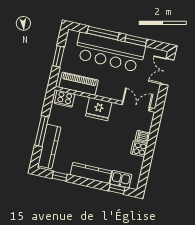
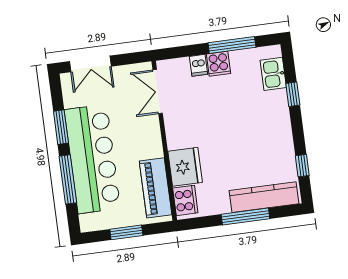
fridge: (99, 109) -> (185, 167), moved
window: (147, 161) -> (232, 45), added
kitchen counter: (91, 173) -> (280, 121), removed
window: (117, 189) -> (293, 94), moved

